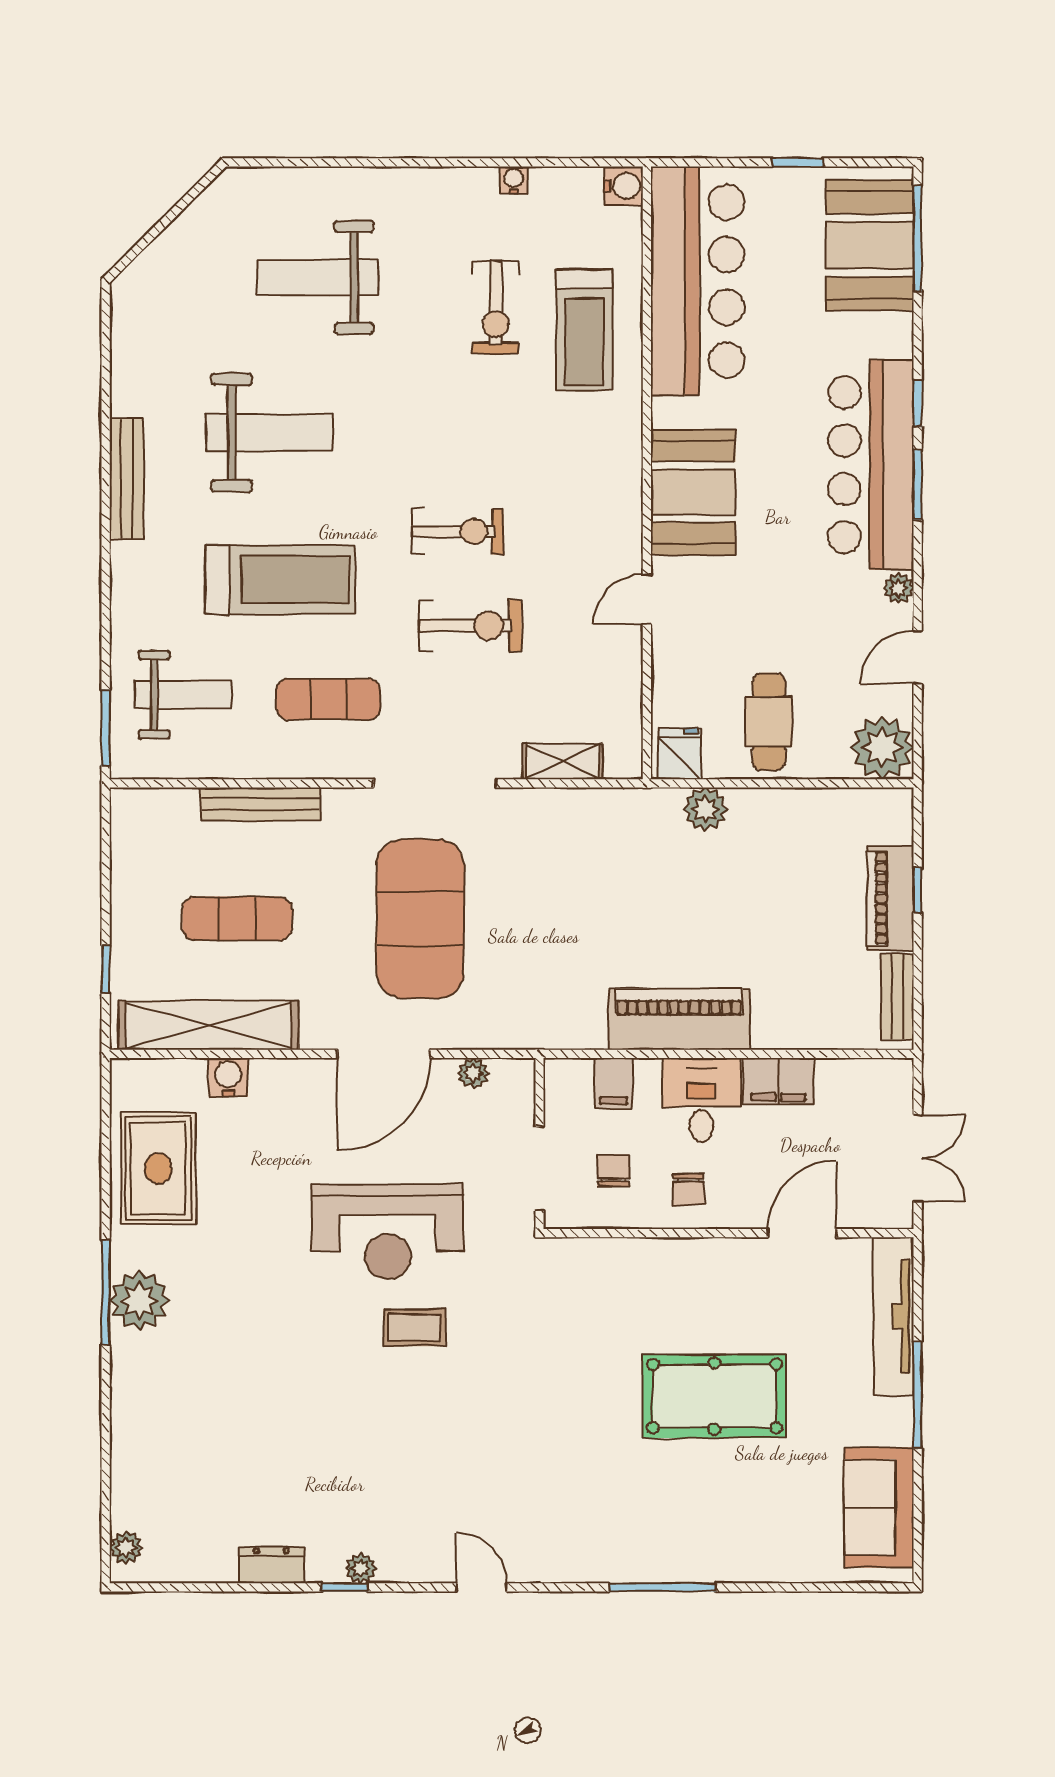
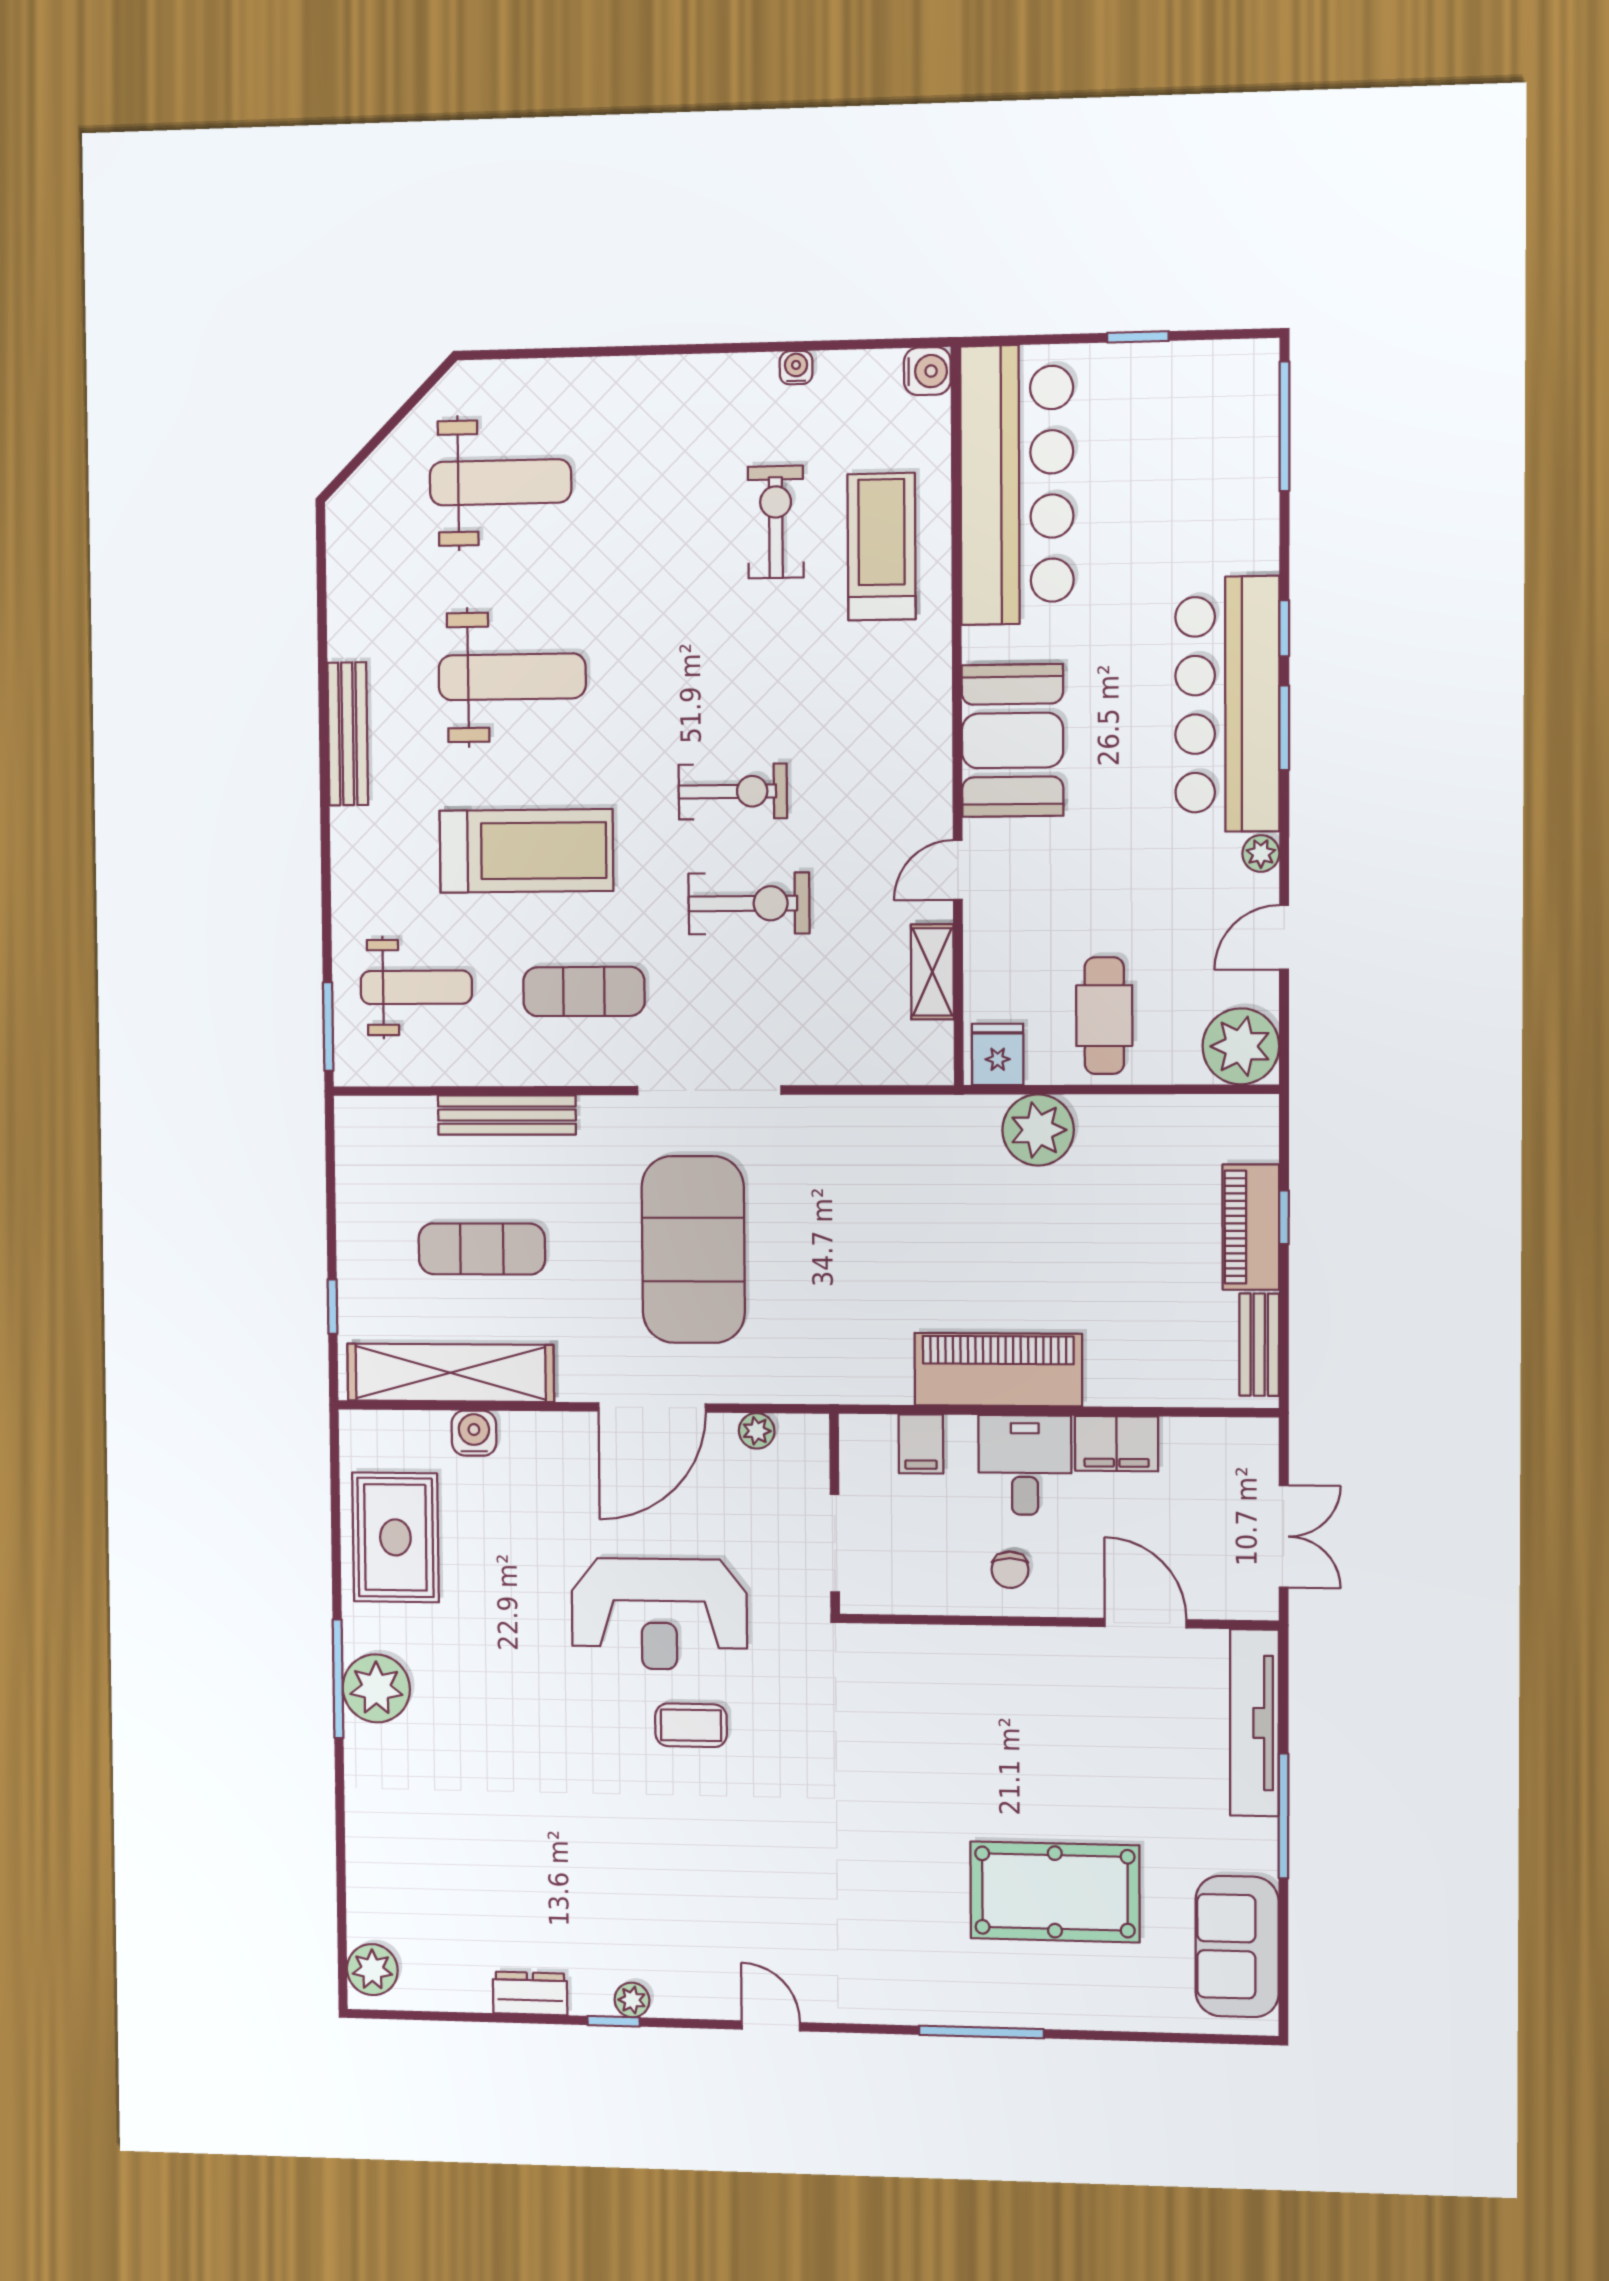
booth: (870, 245) -> (1226, 436), removed
weight bench: (318, 277) -> (500, 482), moved, turned 180
exercise bike: (496, 307) -> (776, 522), turned 180
treadmill: (584, 330) -> (882, 547), turned 180
shelving: (563, 761) -> (932, 972), moved, turned 90
plant: (705, 809) -> (1038, 1130), width x1.36, depth x1.36
chair: (613, 1170) -> (922, 1546), removed
door: (802, 1233) -> (1145, 1623), hinge flipped
pool table: (715, 1396) -> (1055, 1892), moved
plant: (126, 1548) -> (372, 1970), width x1.38, depth x1.38

